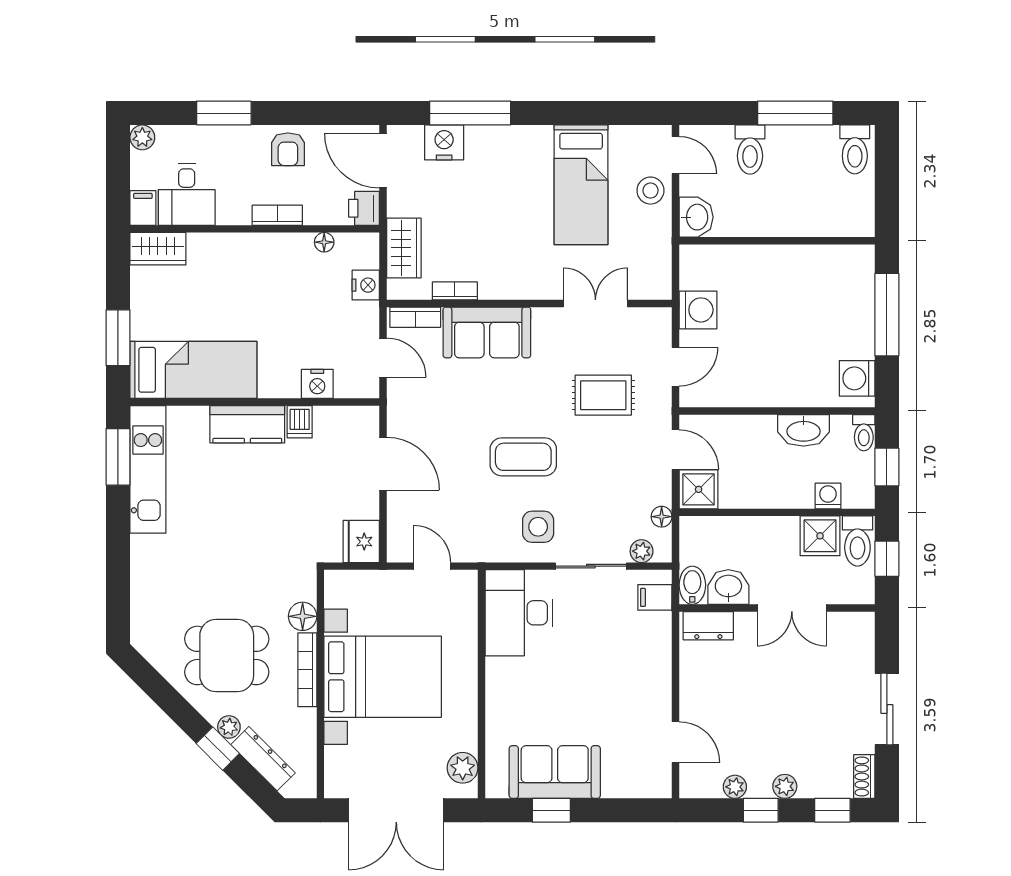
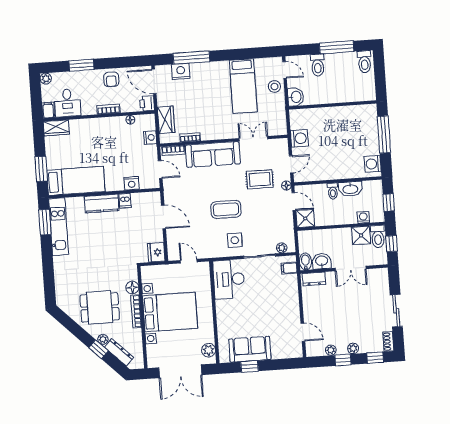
sofa: (487, 332) -> (213, 154), width x1.36
toilet: (864, 433) -> (333, 191), moved
floor lamp: (662, 517) -> (286, 185), moved

